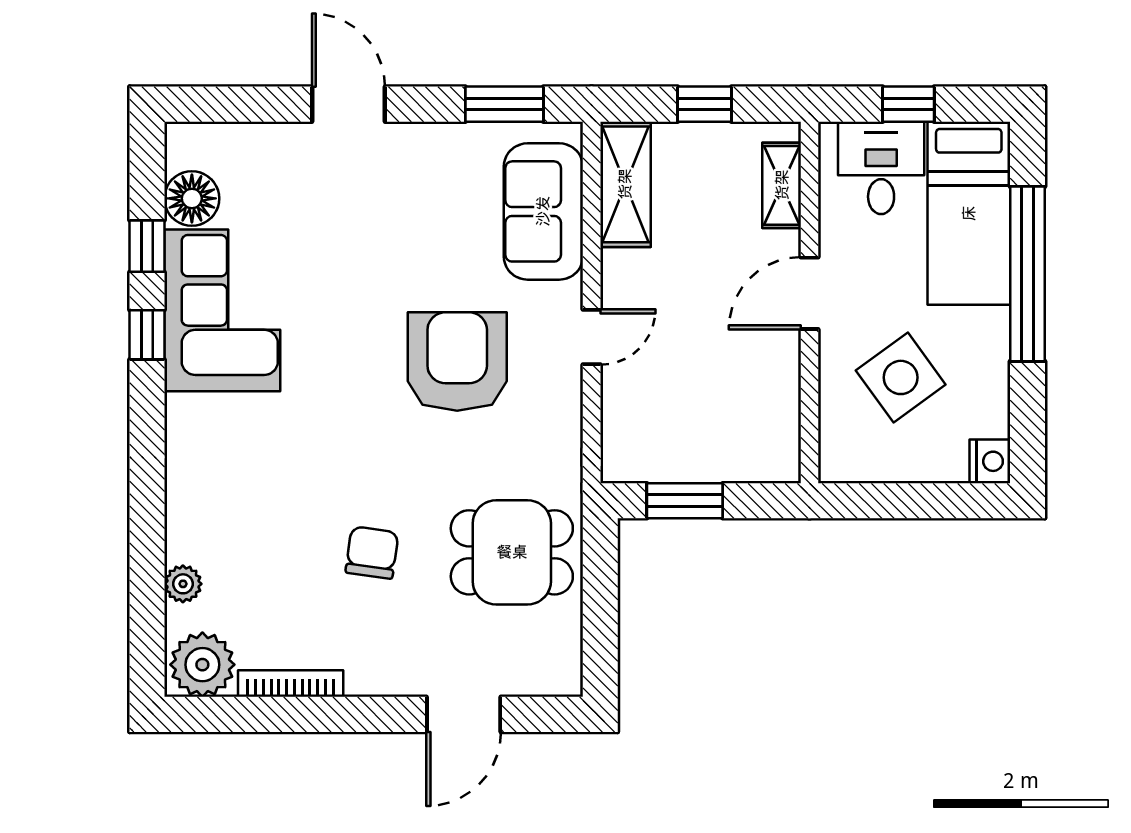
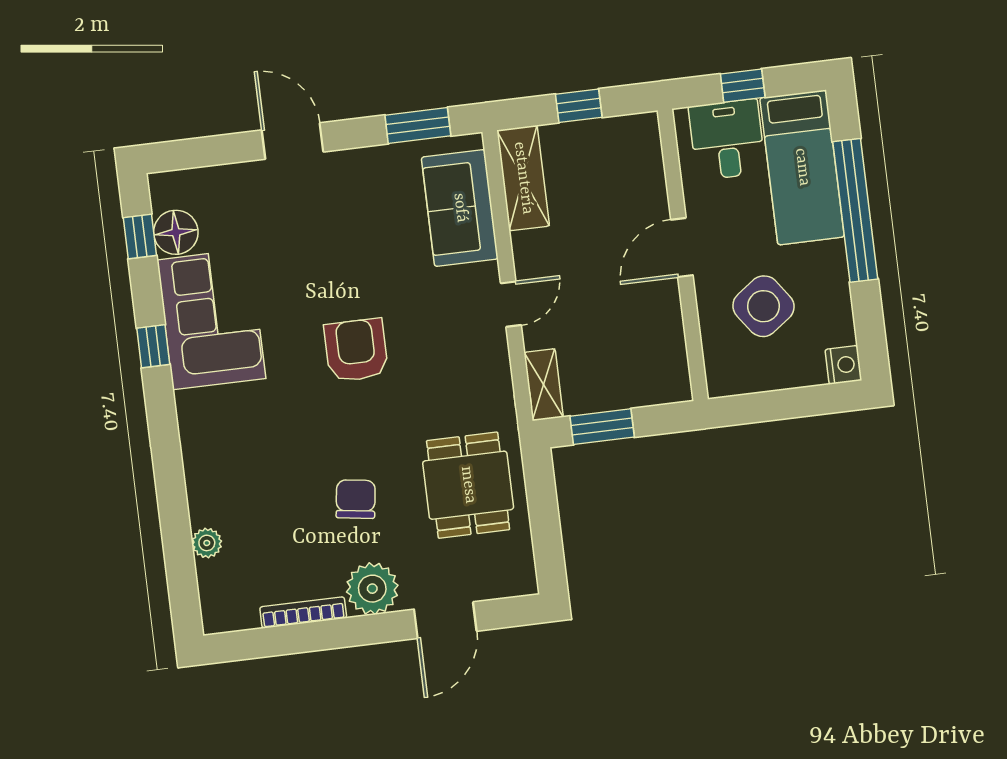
shelving: (782, 185) -> (544, 385), moved
window: (147, 246) -> (140, 237), moved
armchair: (457, 362) -> (356, 350), moved, width x0.73, depth x0.73
dining table: (512, 552) -> (468, 485), turned 90
plant: (202, 665) -> (372, 589), moved

